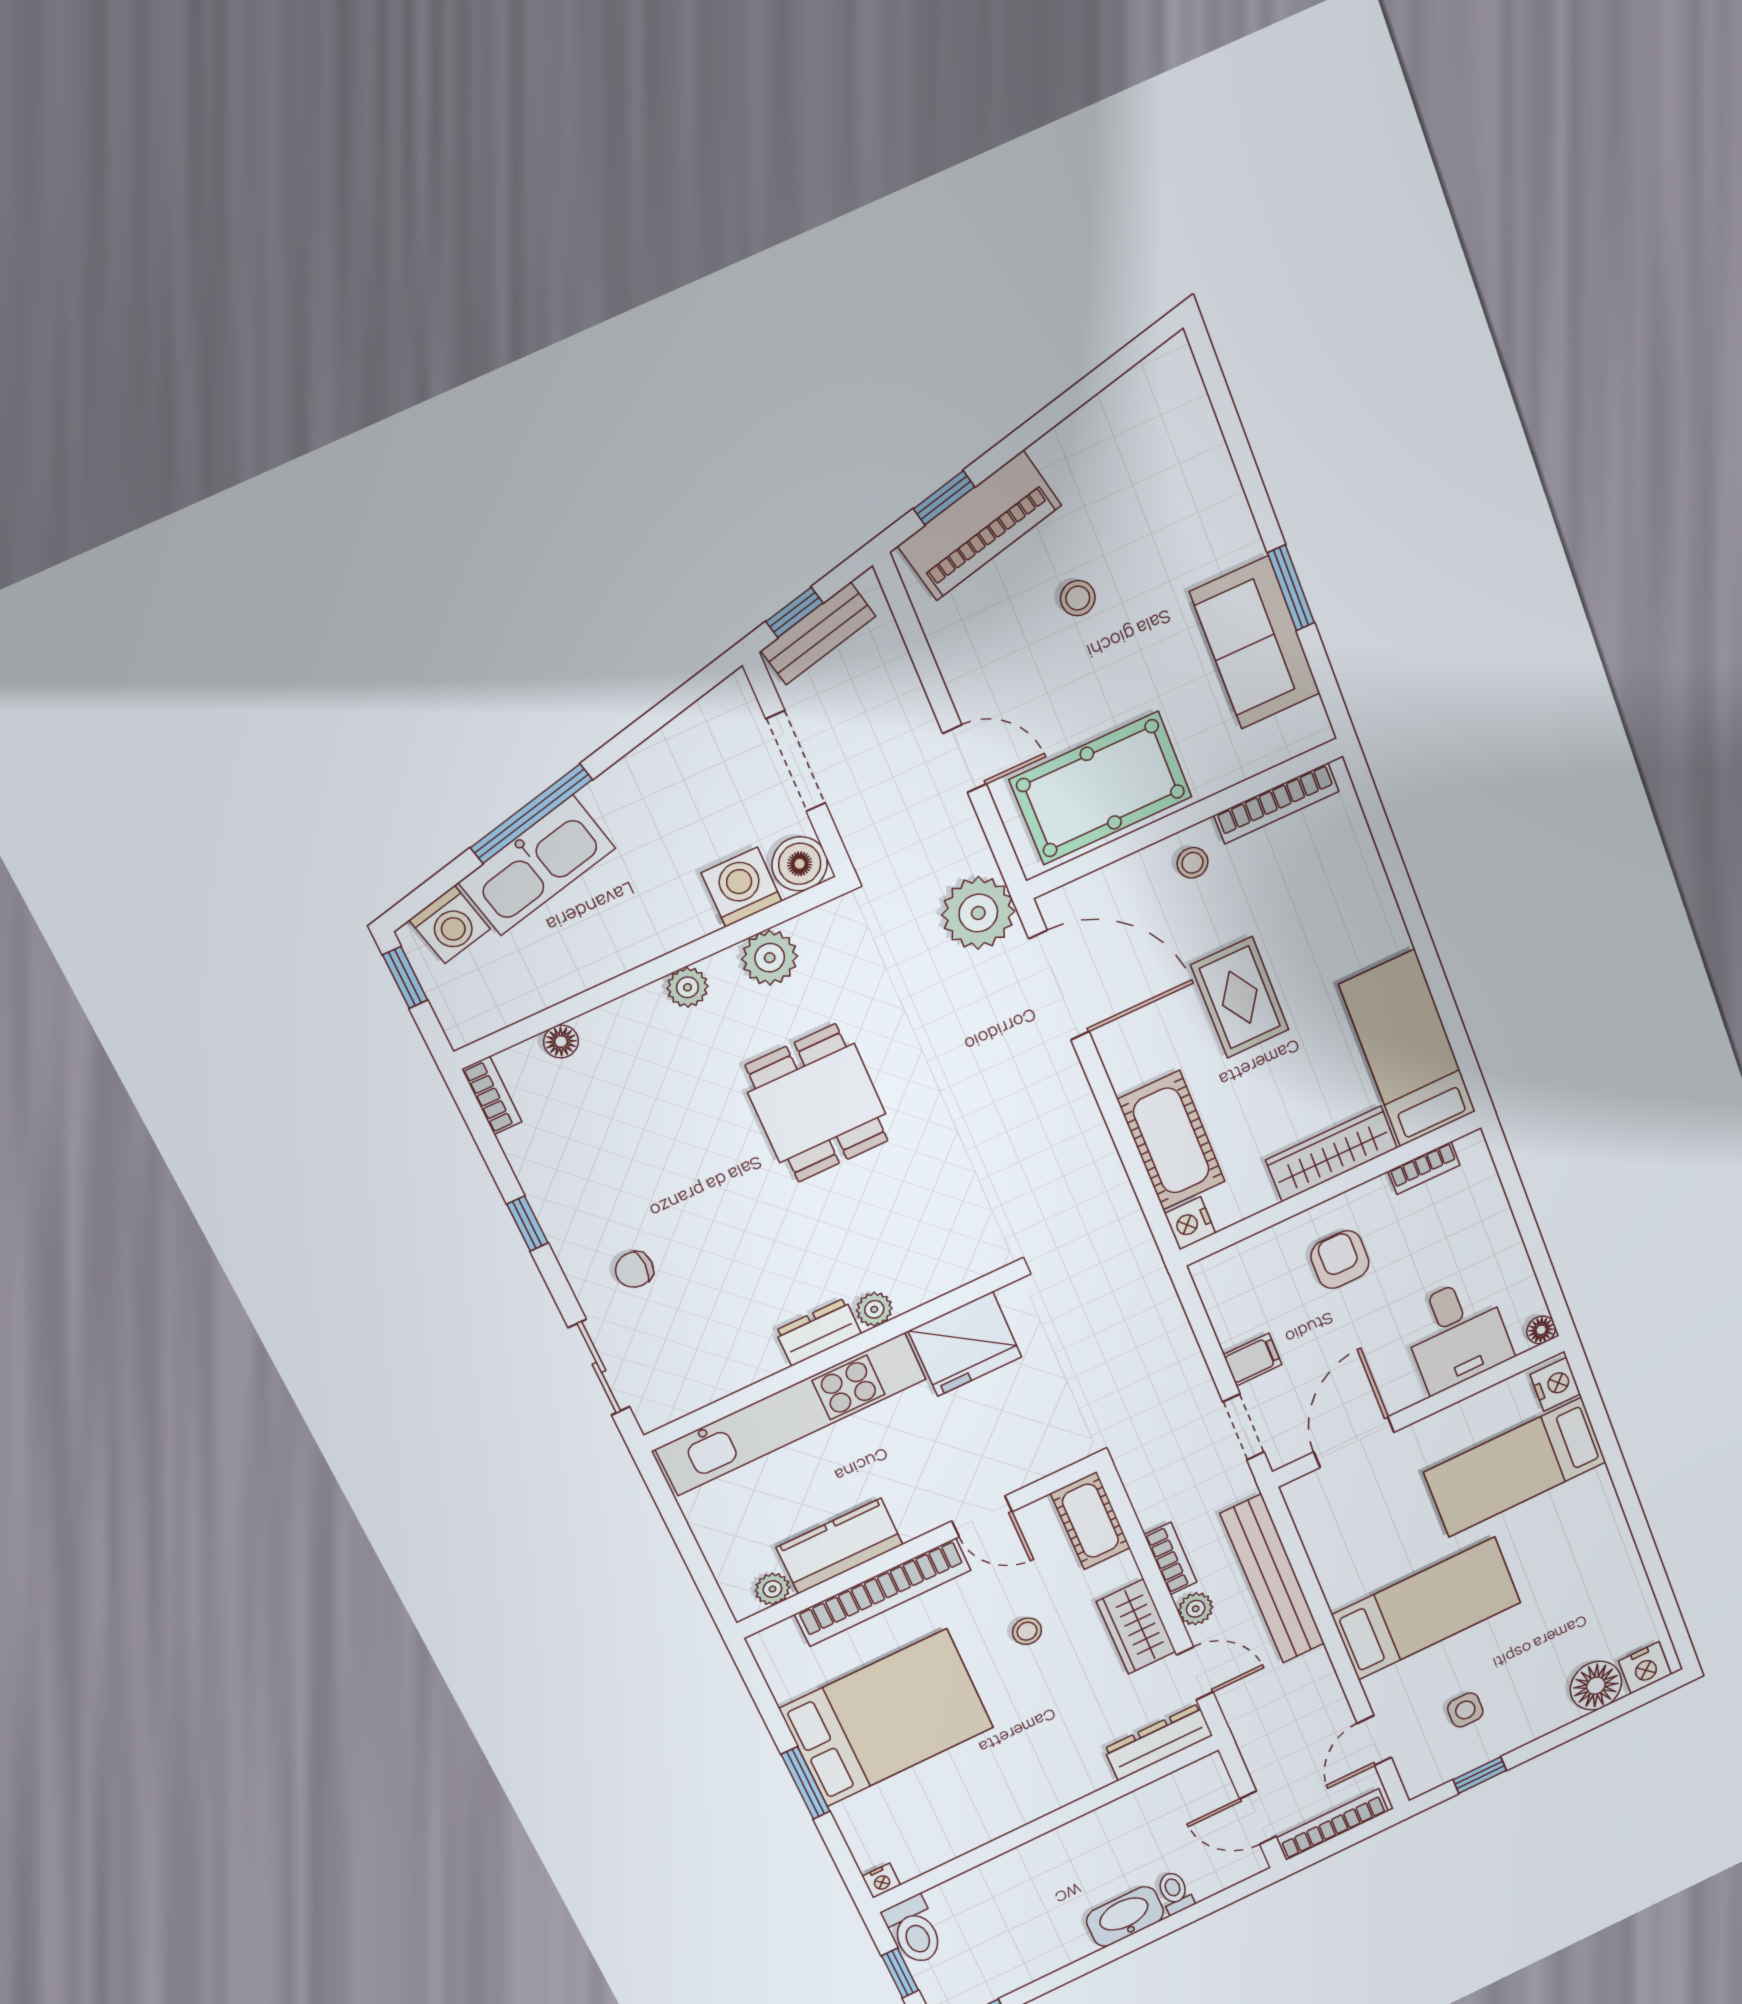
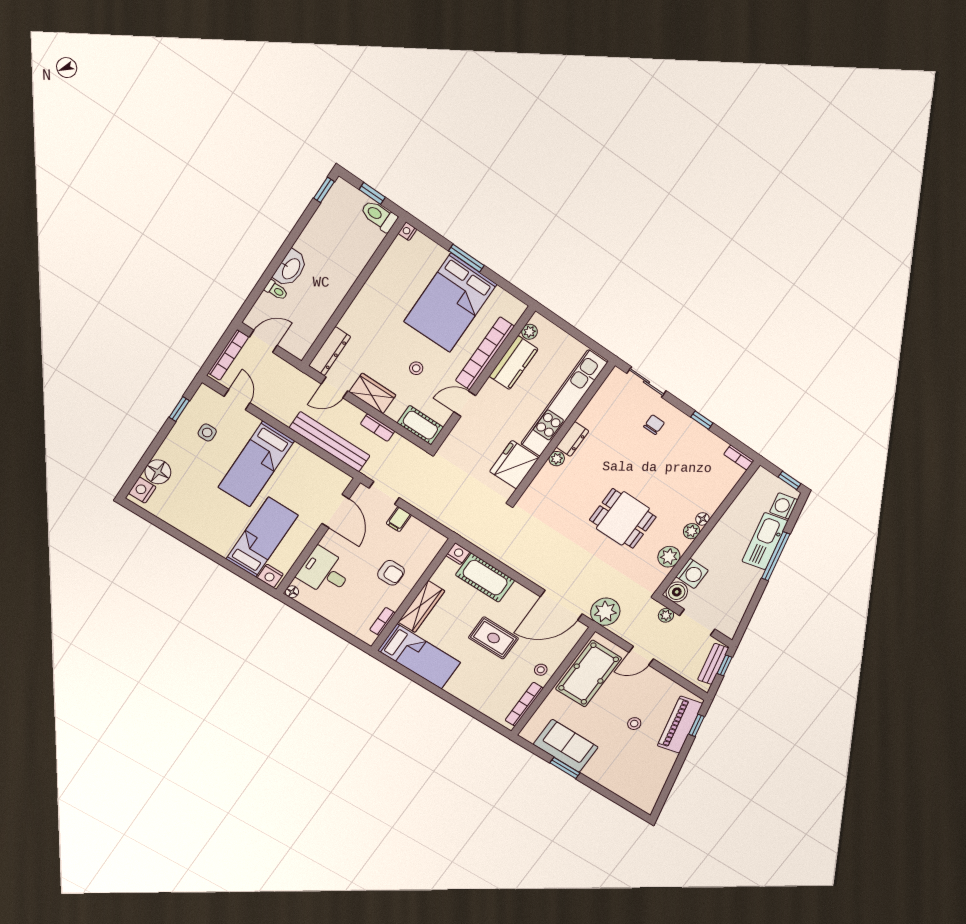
floor lamp: (561, 1042) -> (702, 519), moved
plant: (1196, 1609) -> (666, 615), moved

